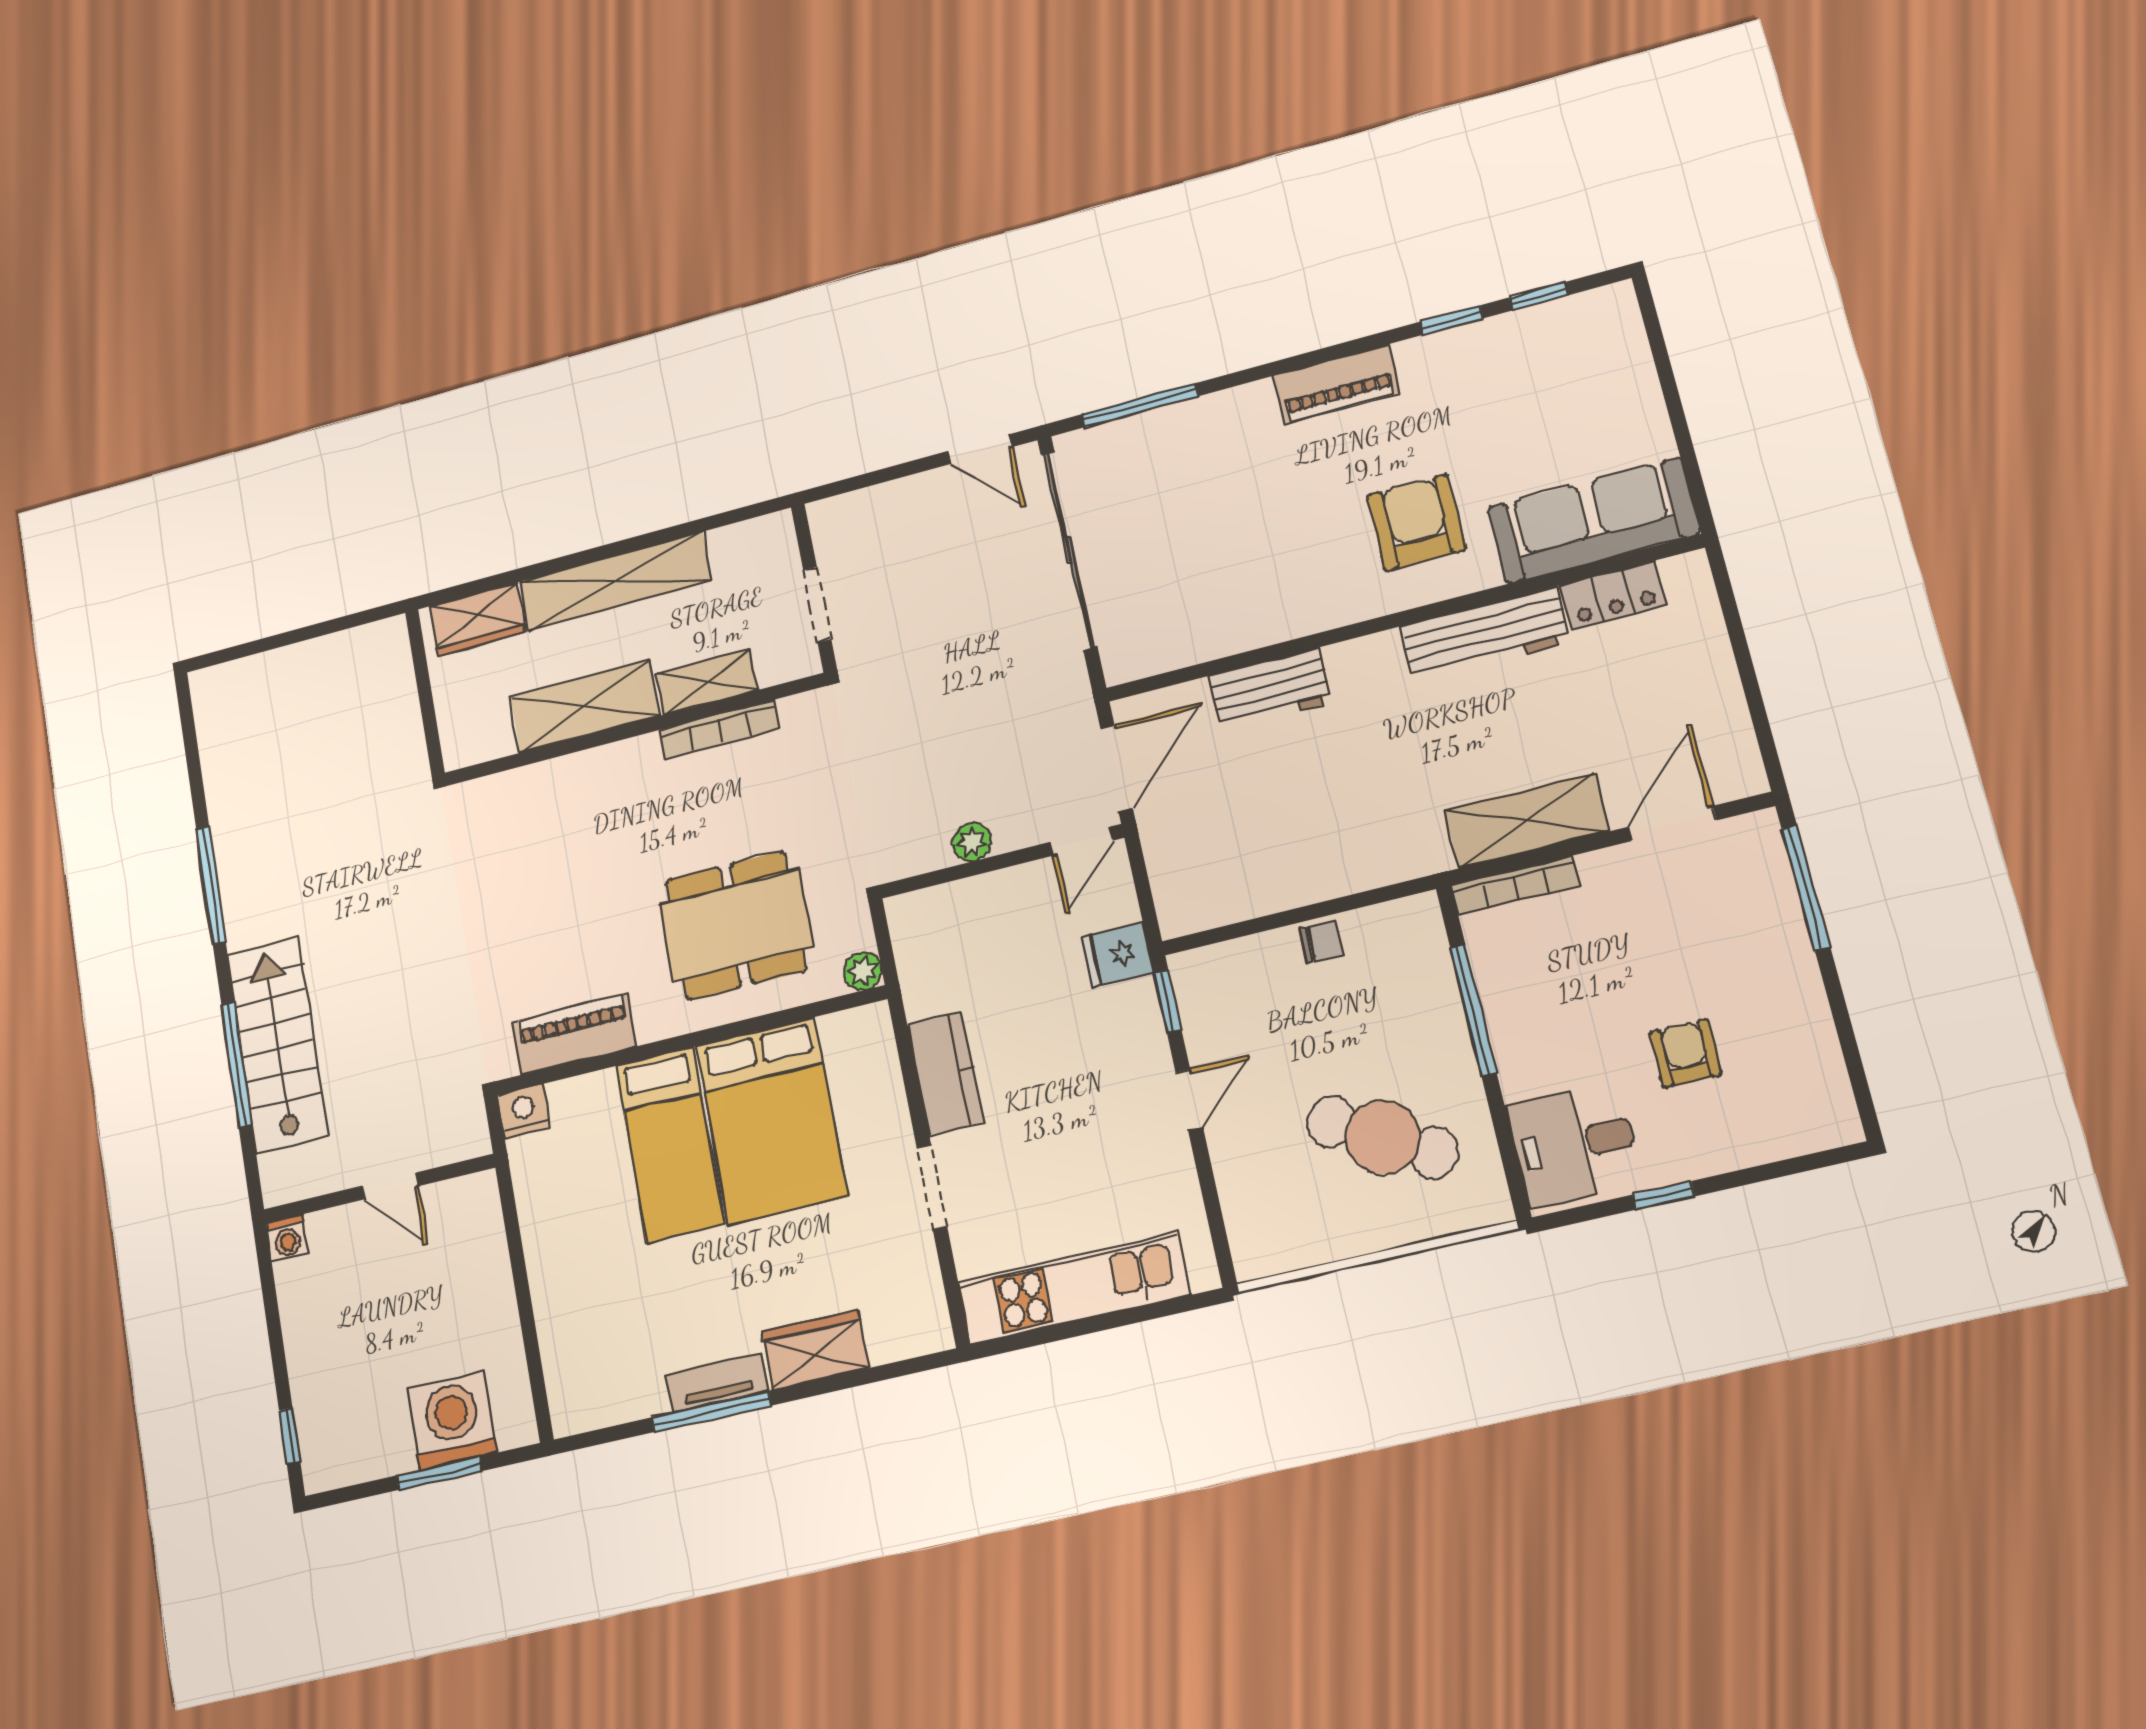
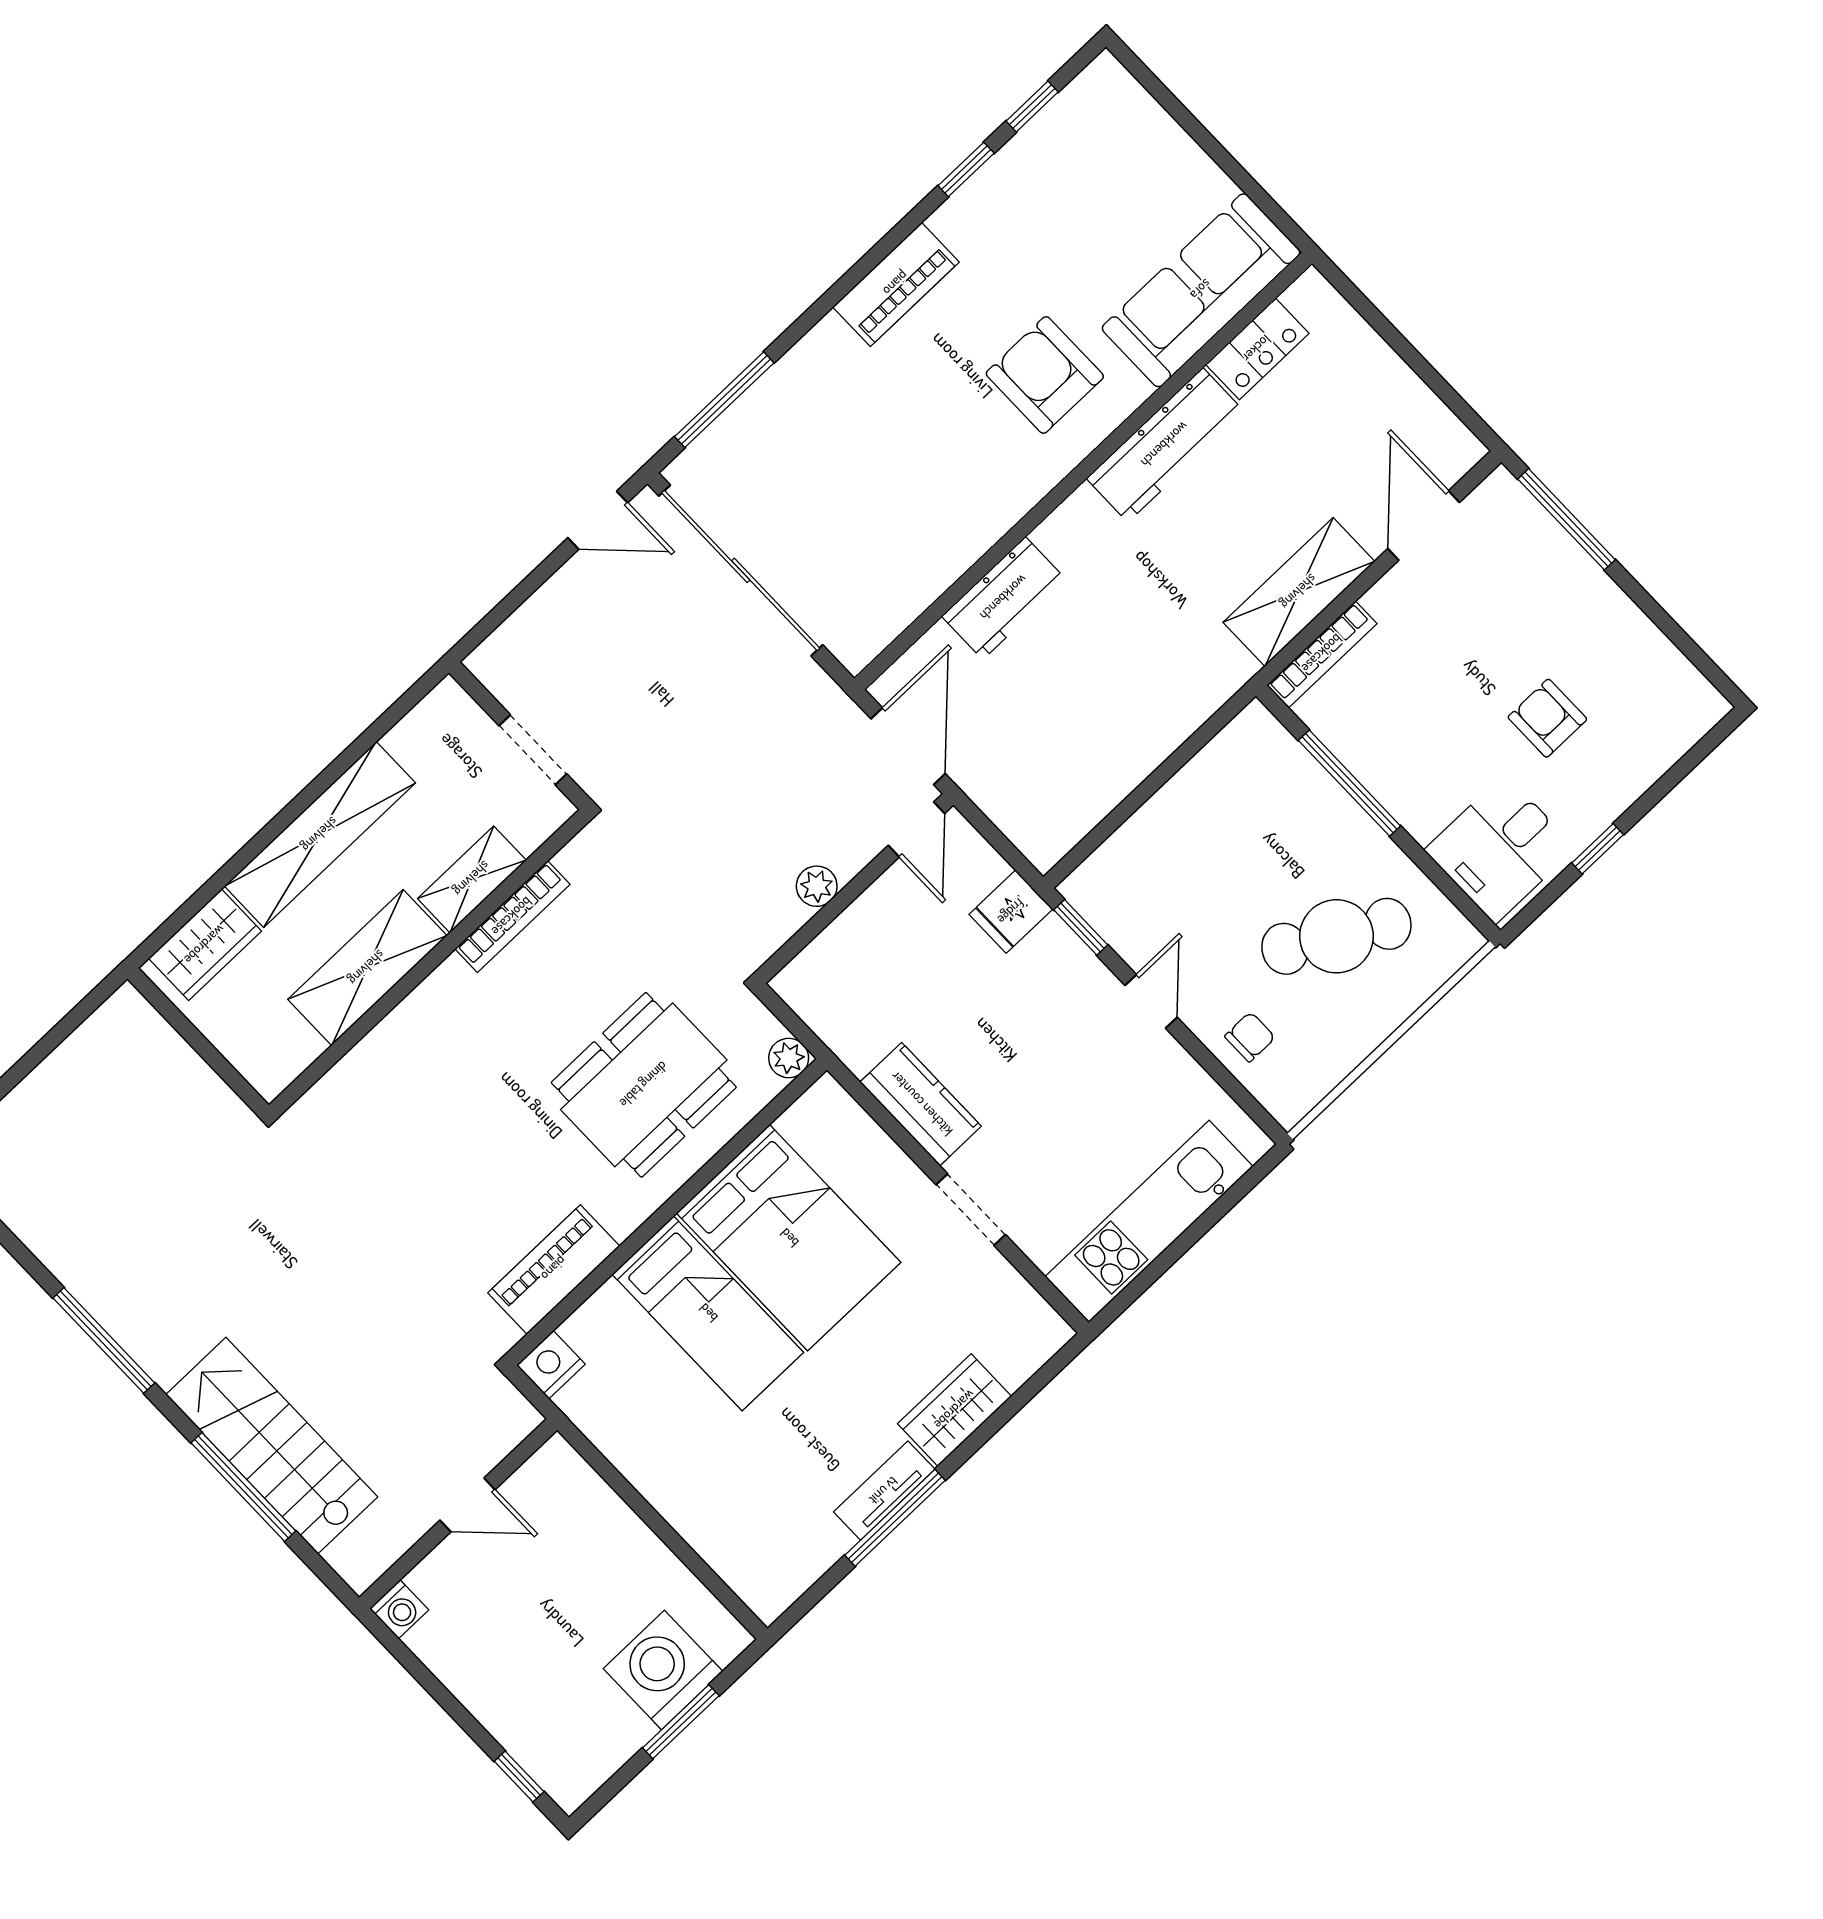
chair: (1321, 942) -> (1250, 1037), moved

